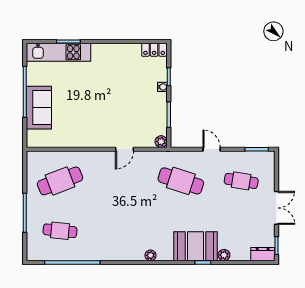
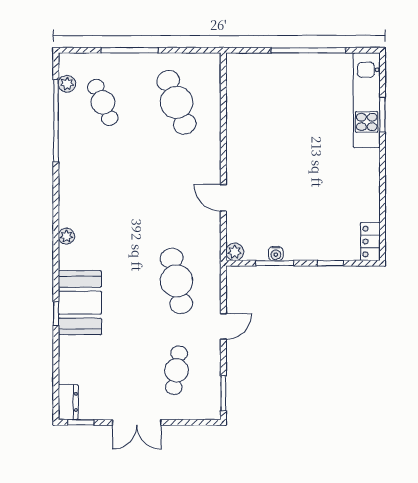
water cooler: (162, 87) -> (276, 254), moved
sofa: (39, 108) -> (285, 71), removed
cafe table: (181, 181) -> (176, 281), turned -30
cafe table: (60, 231) -> (103, 102), turned -30
plant: (224, 255) -> (67, 84), moved

